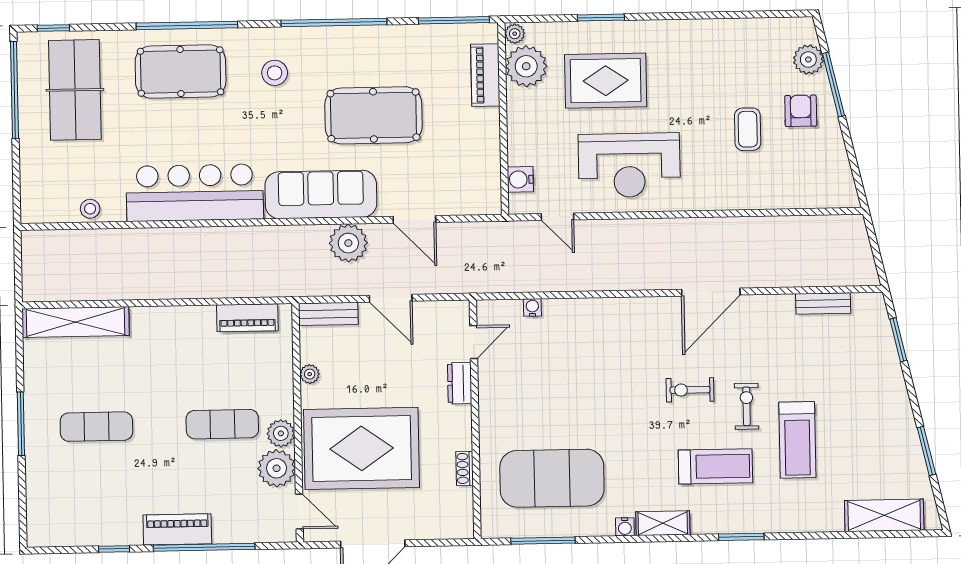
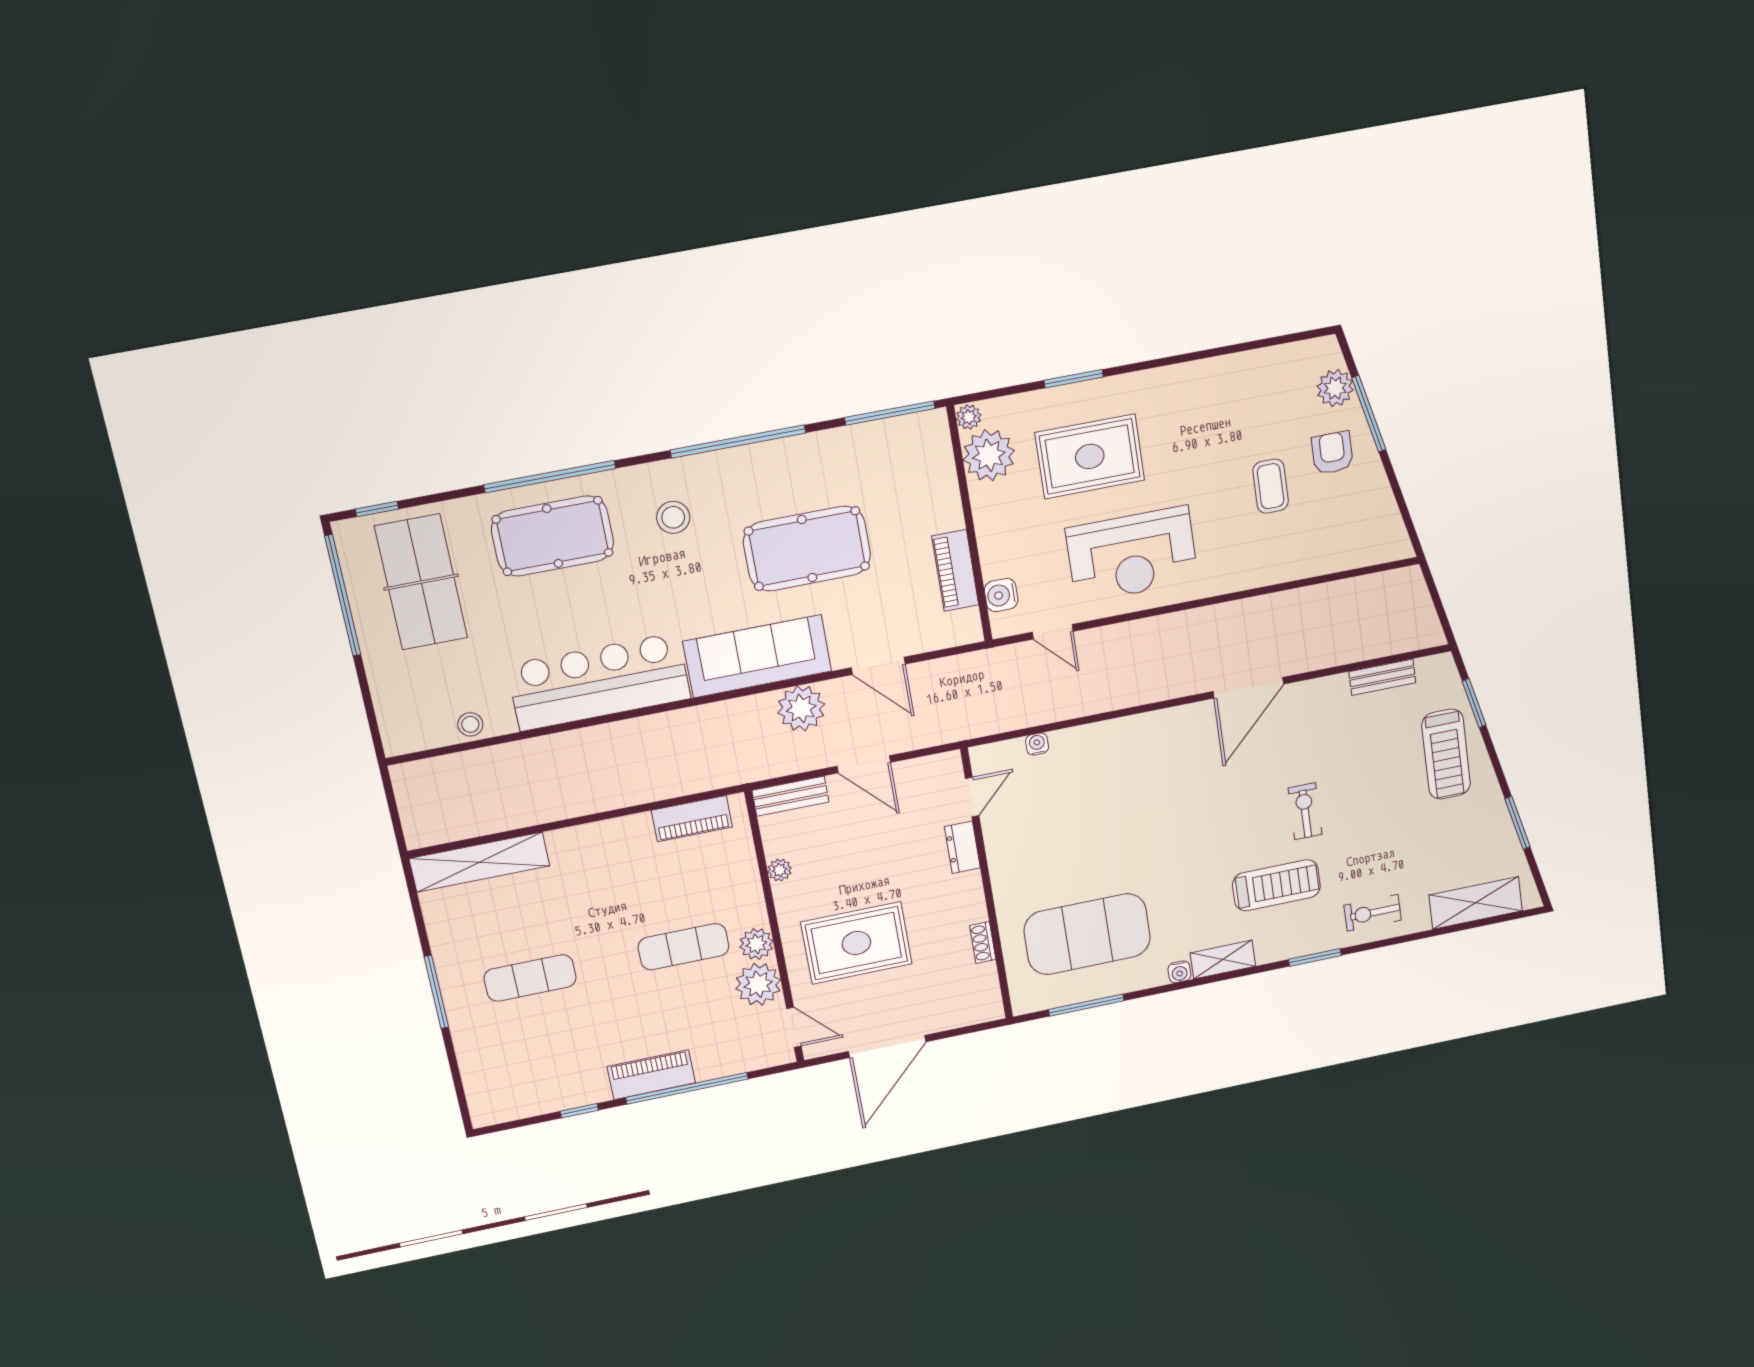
piano: (485, 75) -> (955, 570), moved
exercise bike: (690, 390) -> (1373, 913), moved
treadmill: (797, 440) -> (1446, 754), moved
rug: (362, 448) -> (856, 943), width x0.73, depth x0.69

